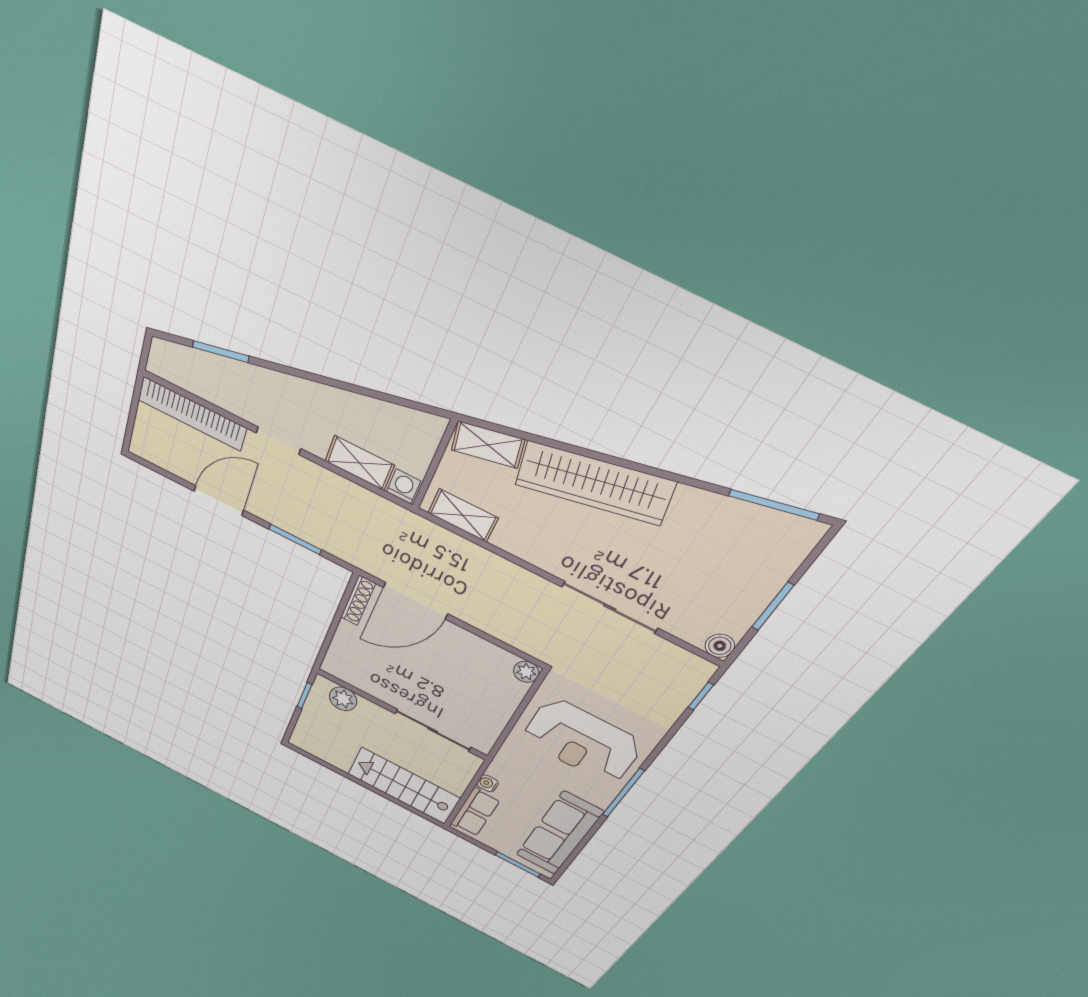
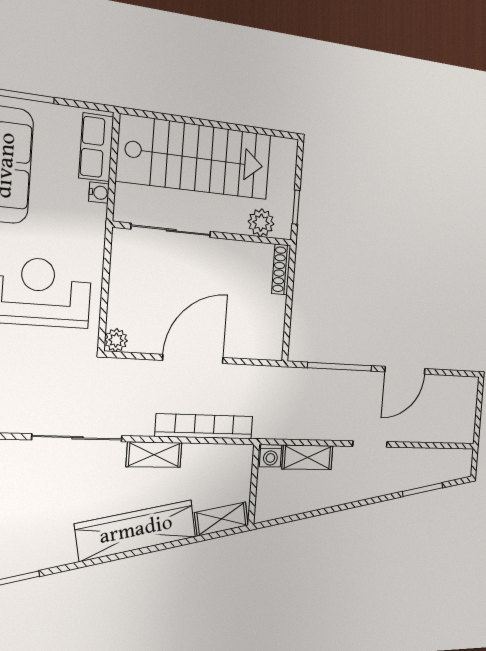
bookcase: (192, 414) -> (204, 426), moved
shelving: (463, 515) -> (154, 455), moved
window: (295, 539) -> (340, 367), width x1.44
shoe rack: (358, 600) -> (281, 269), moved
door: (415, 601) -> (193, 359), moved
stairs: (403, 786) -> (195, 158), width x1.36, depth x1.51

